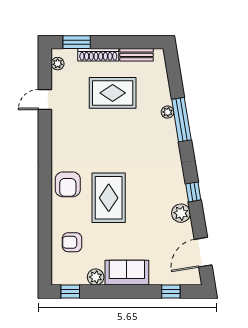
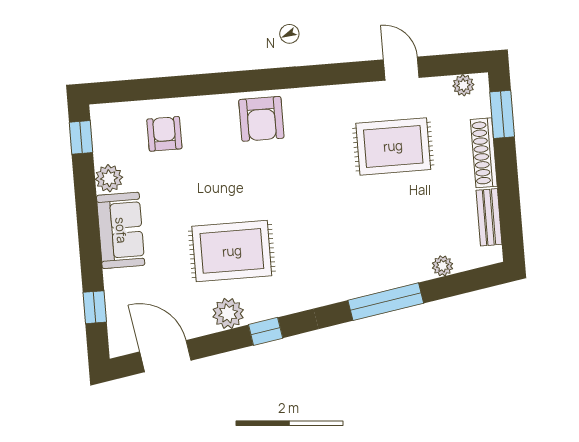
rug: (113, 93) -> (393, 146), moved, turned 90
plant: (168, 112) -> (443, 266), moved
armchair: (68, 184) -> (261, 119), turned -90
rug: (109, 198) -> (232, 251), moved

